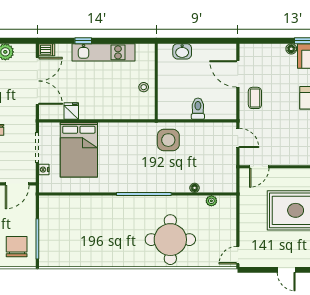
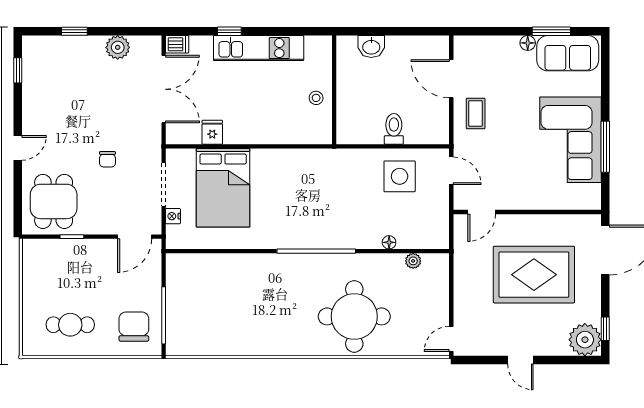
side table: (168, 140) -> (400, 176), moved

